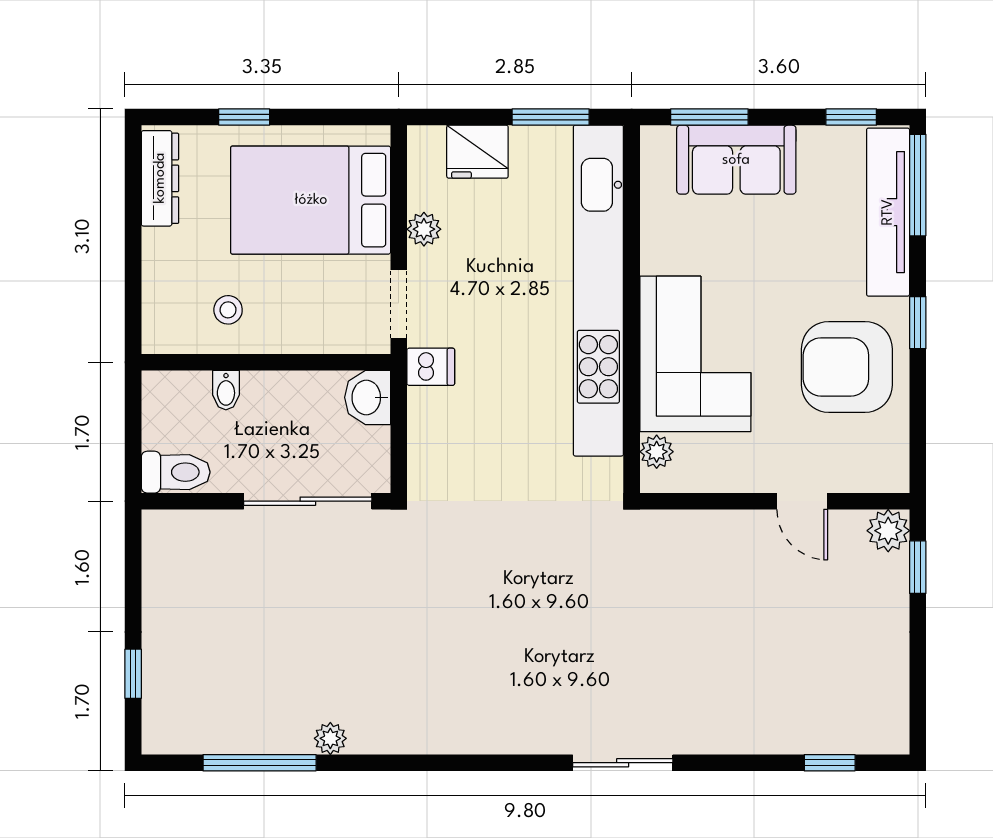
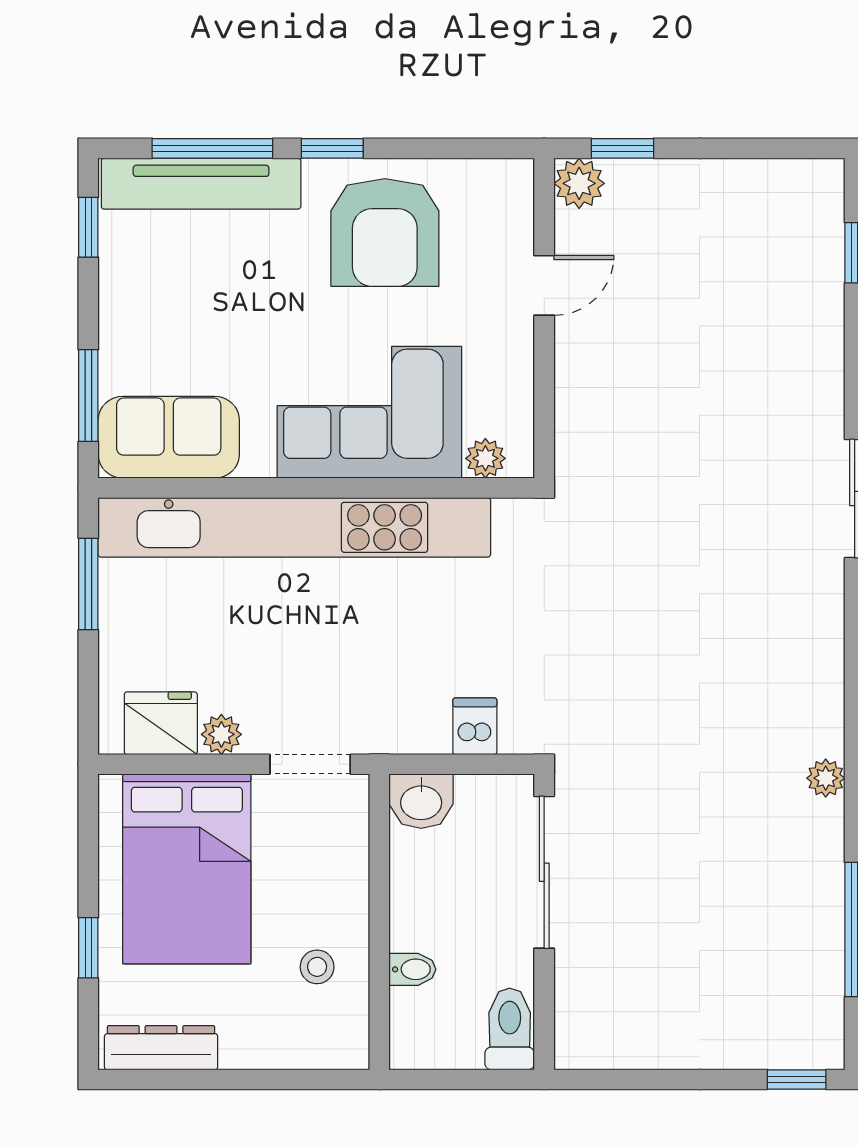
fridge: (477, 152) -> (161, 723), moved, turned -90
sofa: (736, 160) -> (169, 437), moved, turned -90
window: (918, 185) -> (212, 148), moved
dishwasher: (431, 367) -> (475, 726), moved
window: (133, 674) -> (797, 1080), moved
plant: (330, 738) -> (826, 778), moved

